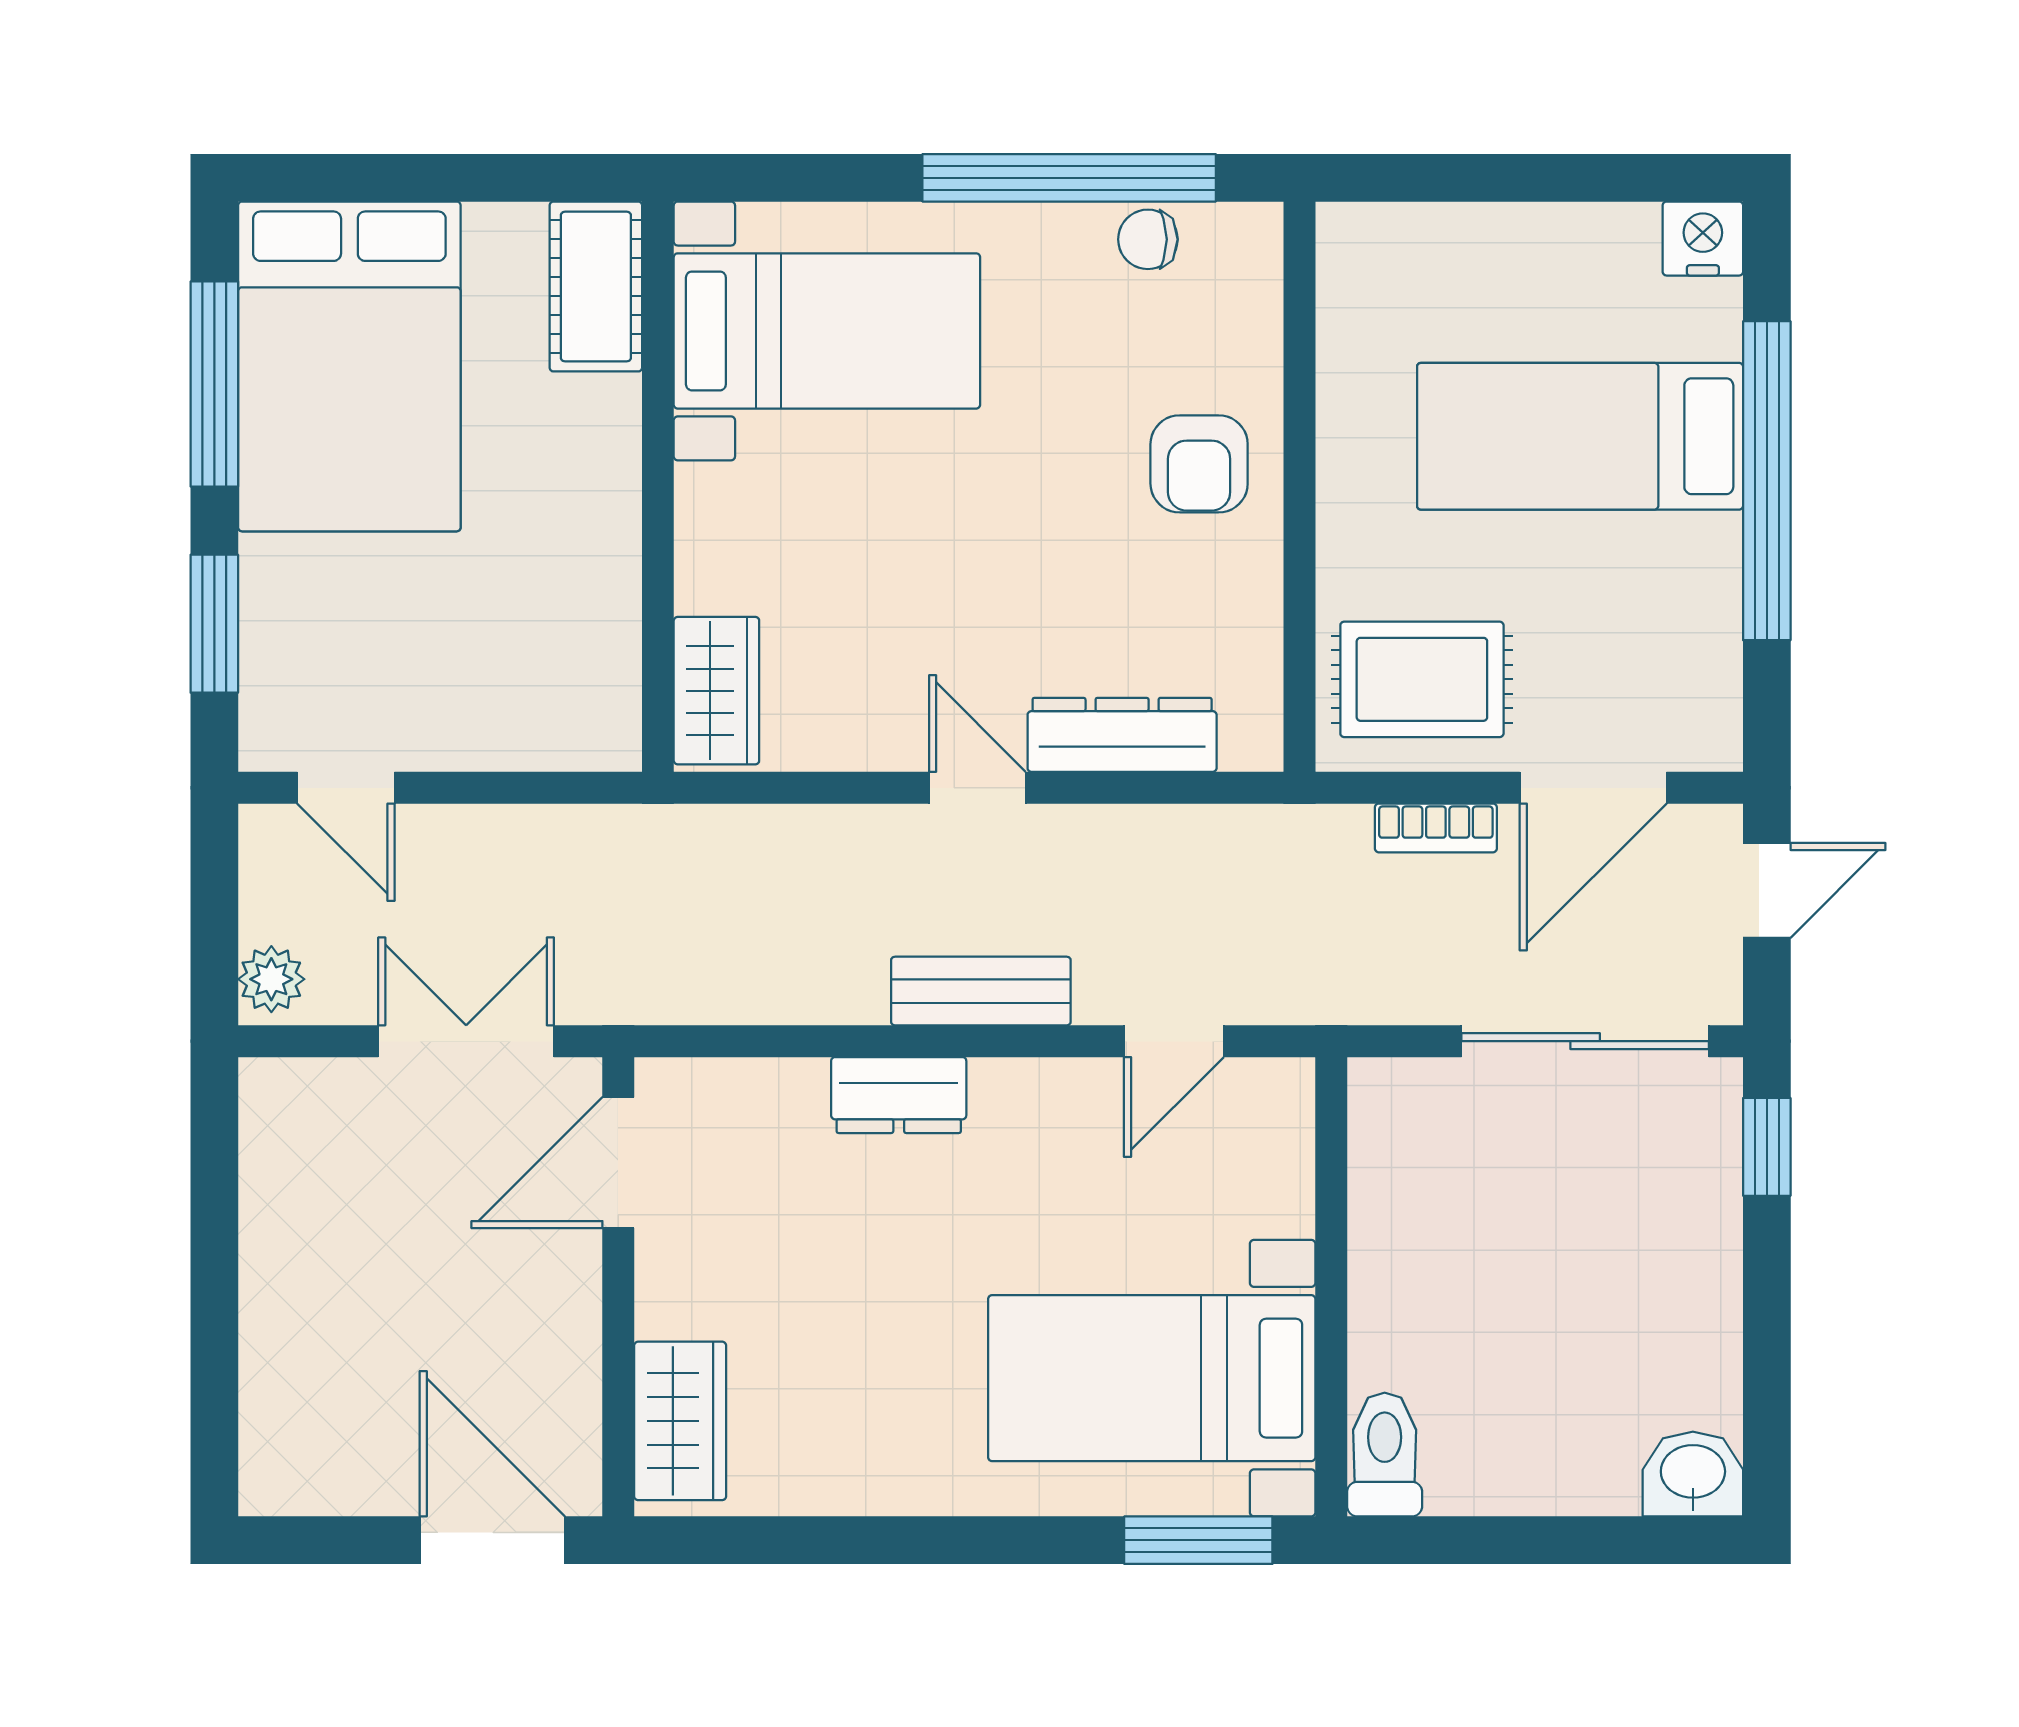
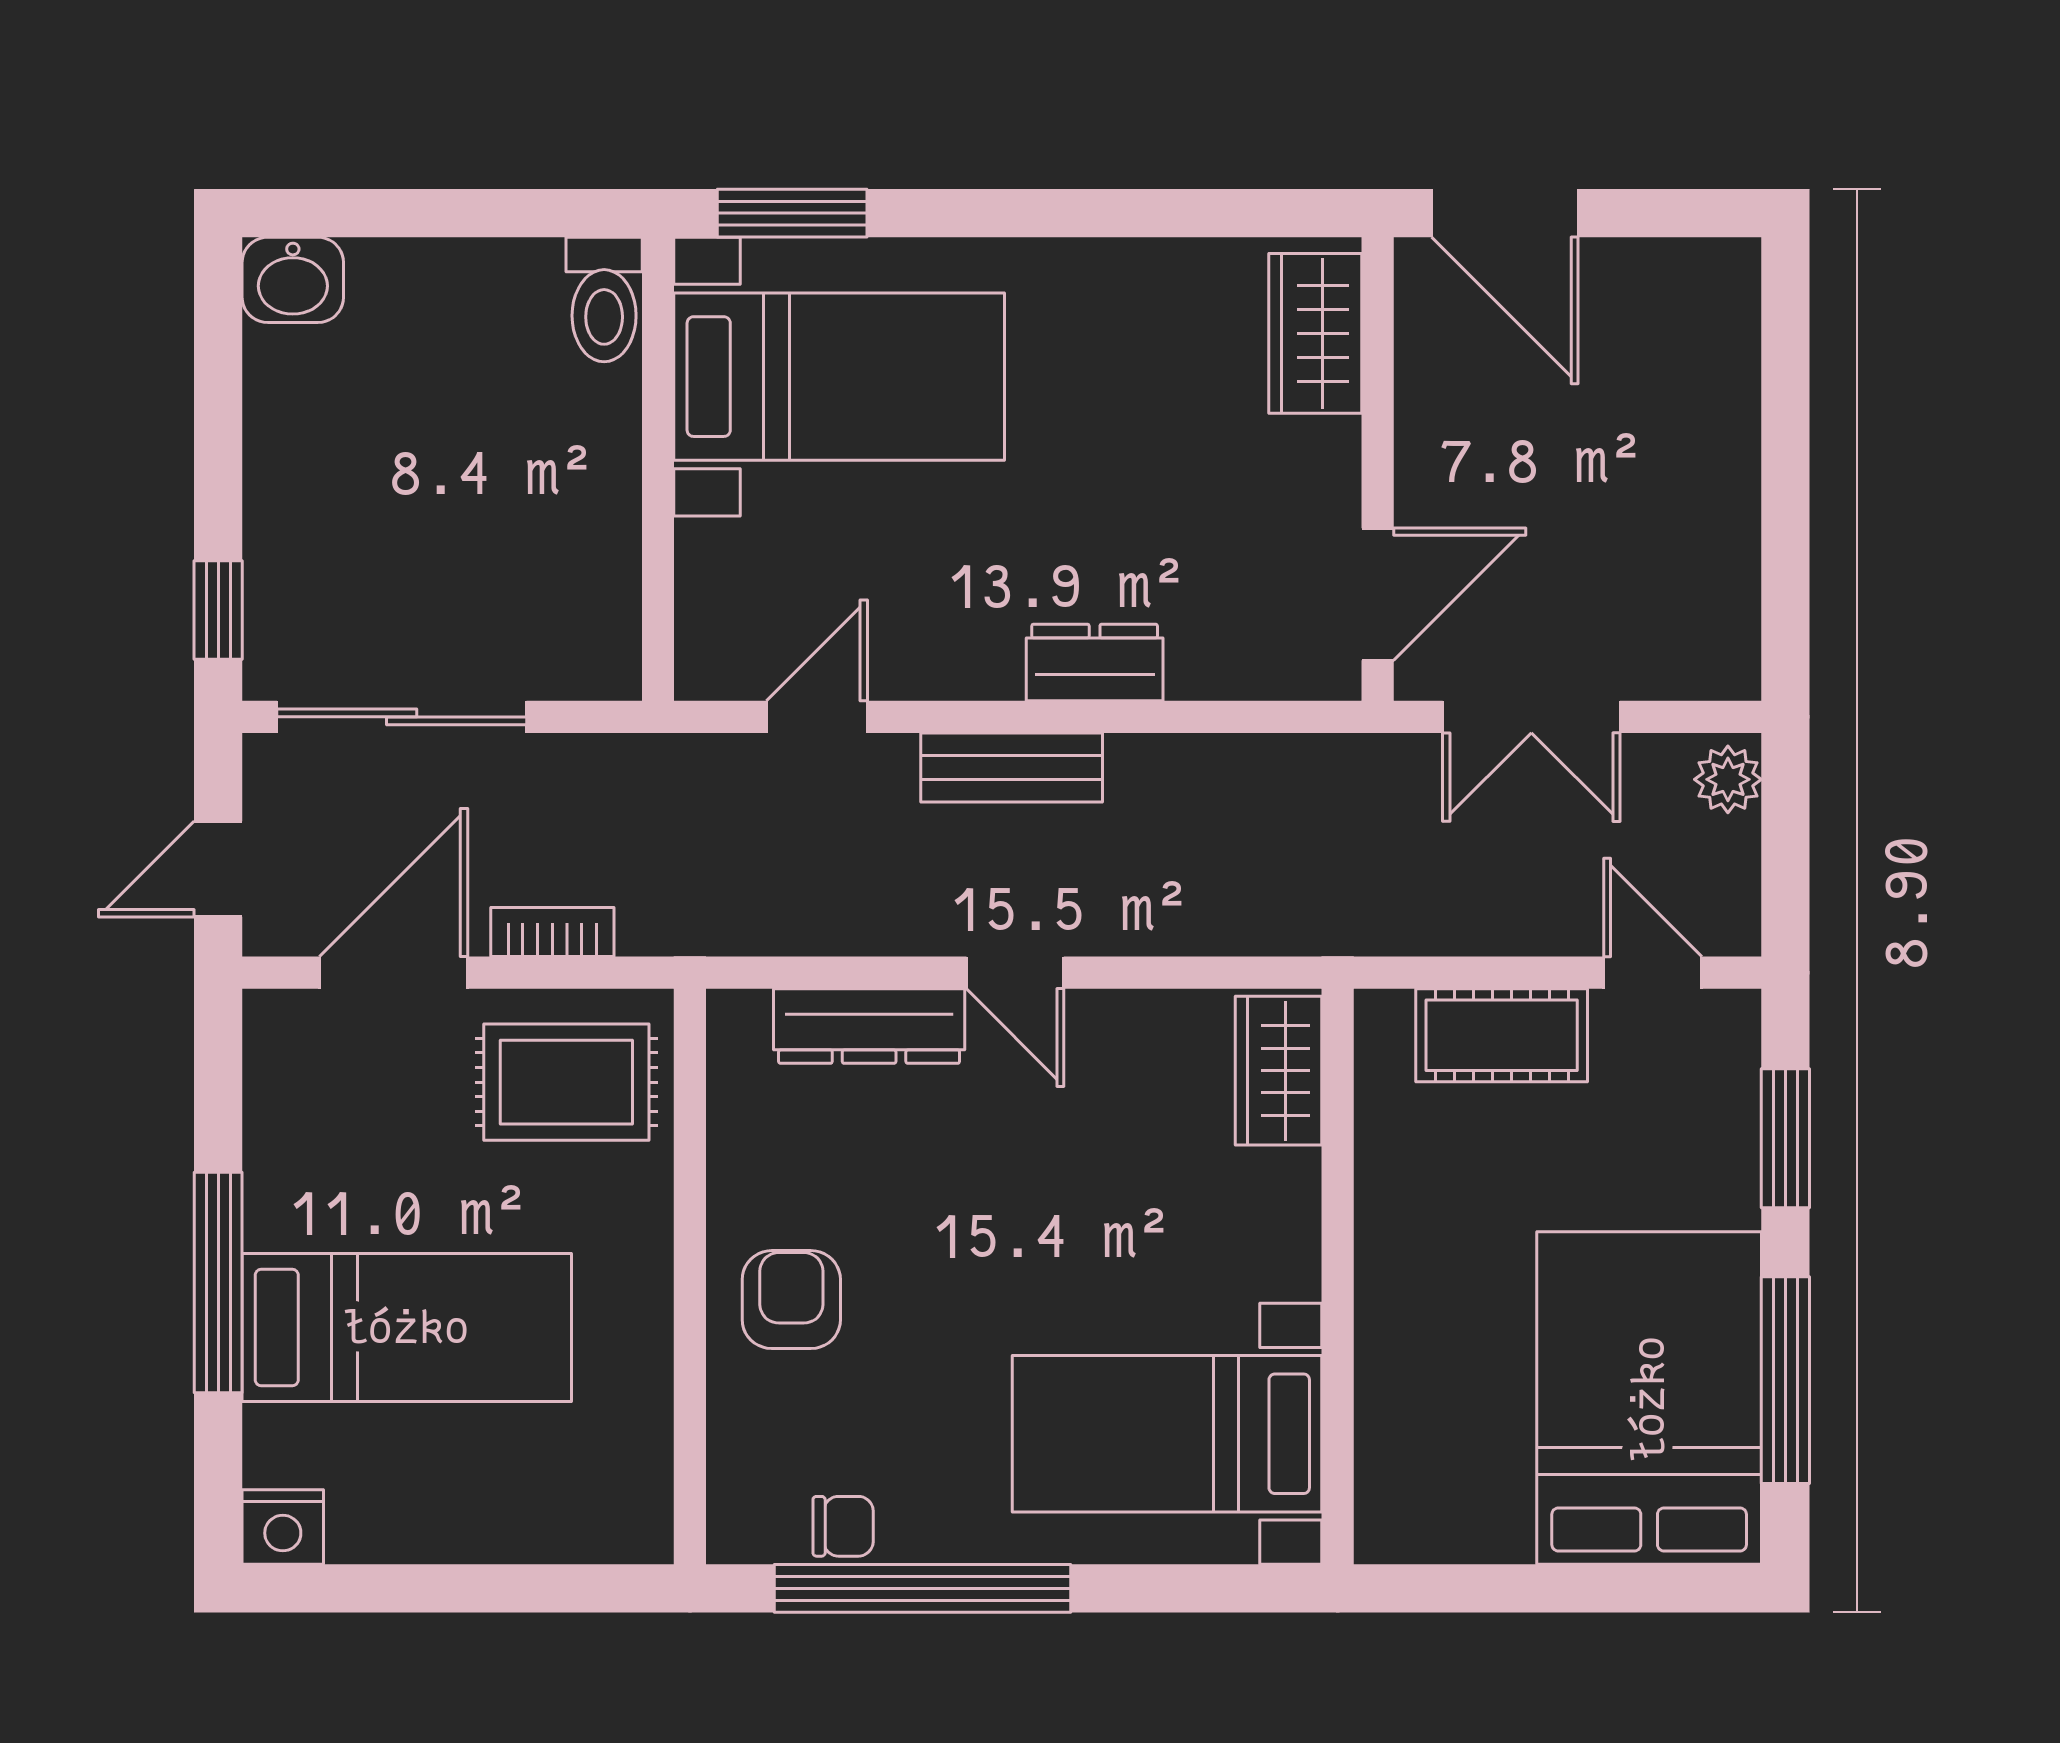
cot: (596, 287) -> (1502, 1035), moved, turned 90
window: (1767, 481) -> (218, 1283), width x0.68

